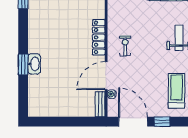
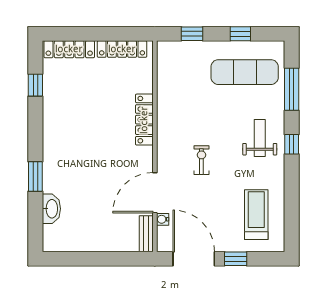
locker: (99, 37) -> (144, 120), moved
exercise bike: (125, 46) -> (201, 160), moved
washbasin: (34, 64) -> (51, 209), moved

